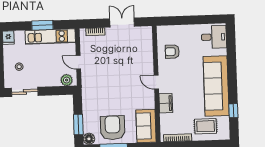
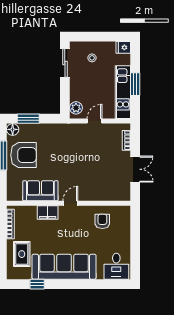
sofa: (146, 126) -> (40, 191), moved

